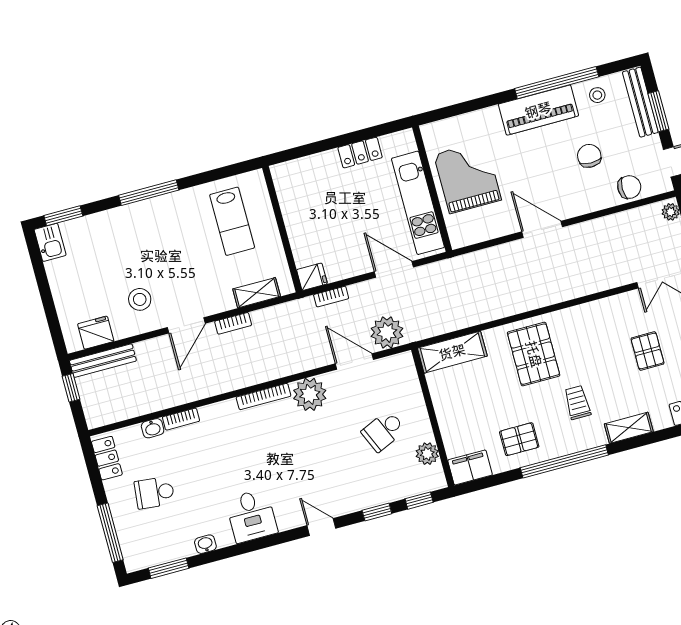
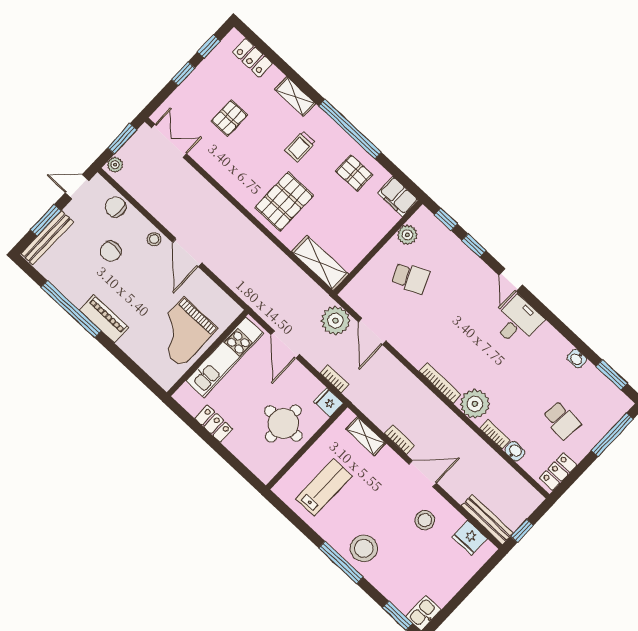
stool: (597, 95) -> (154, 239), moved
piano: (538, 110) -> (104, 319), width x0.73, depth x0.75
round table: (318, 220) -> (283, 423), added
stool: (149, 223) -> (364, 548), added
plant: (310, 394) -> (475, 404), moved
desk: (252, 516) -> (517, 321), moved

